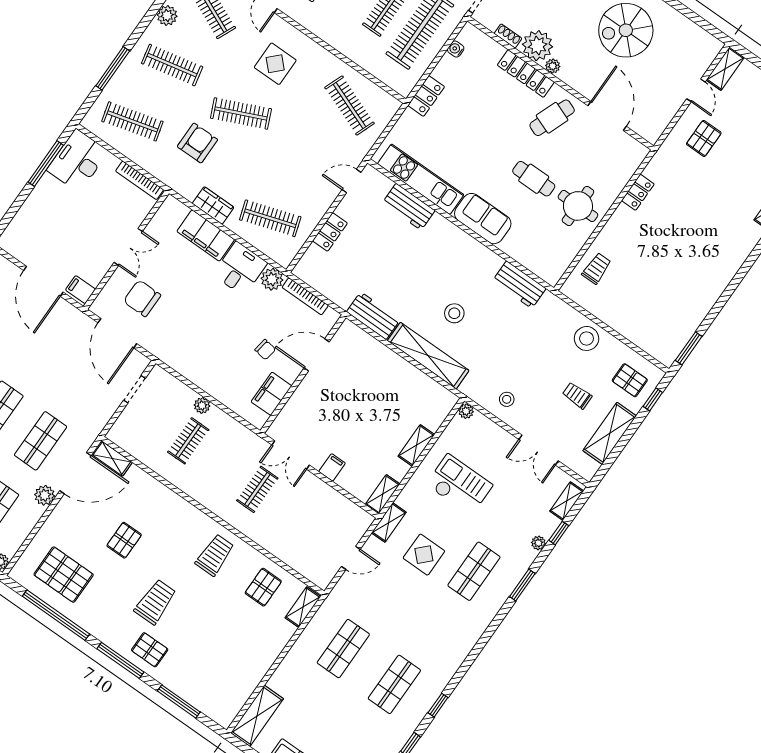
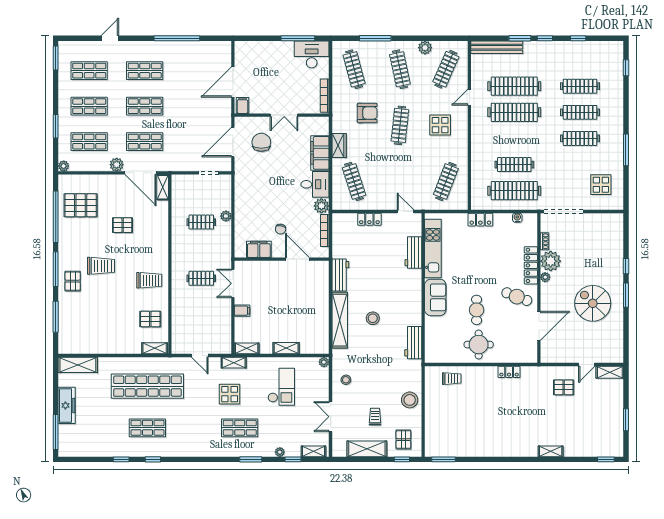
clothes rail: (241, 113) -> (400, 125), turned 30
pallet: (64, 575) -> (81, 205), turned 90
shop shelf: (343, 649) -> (147, 386), width x2.00, depth x1.36

